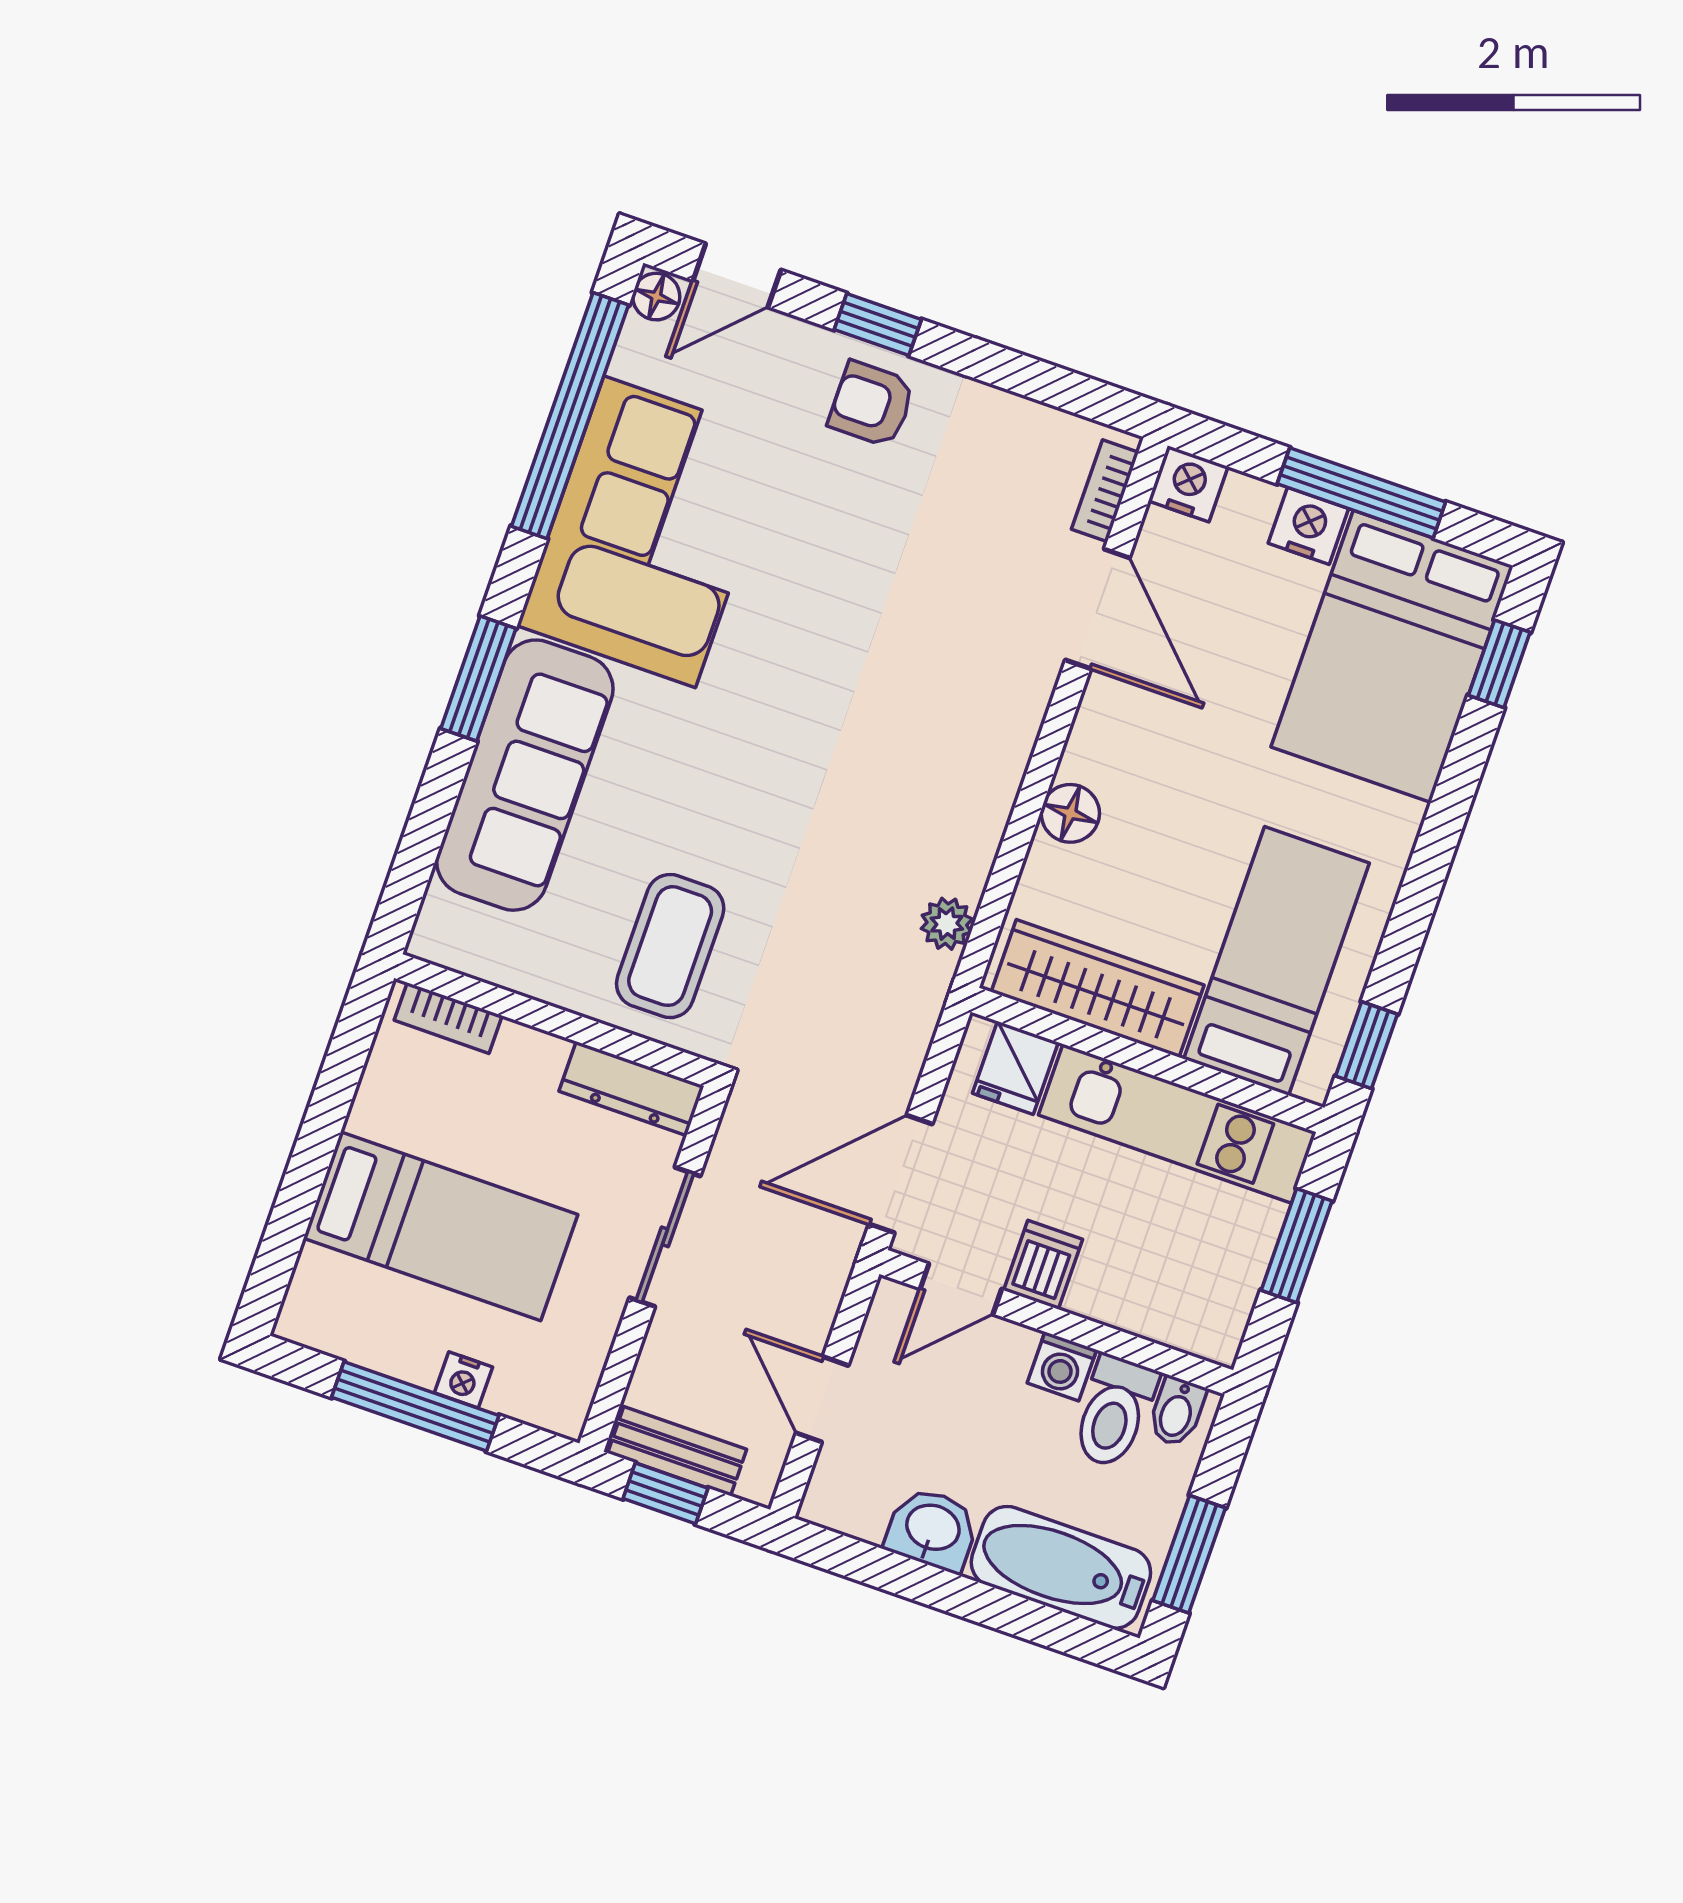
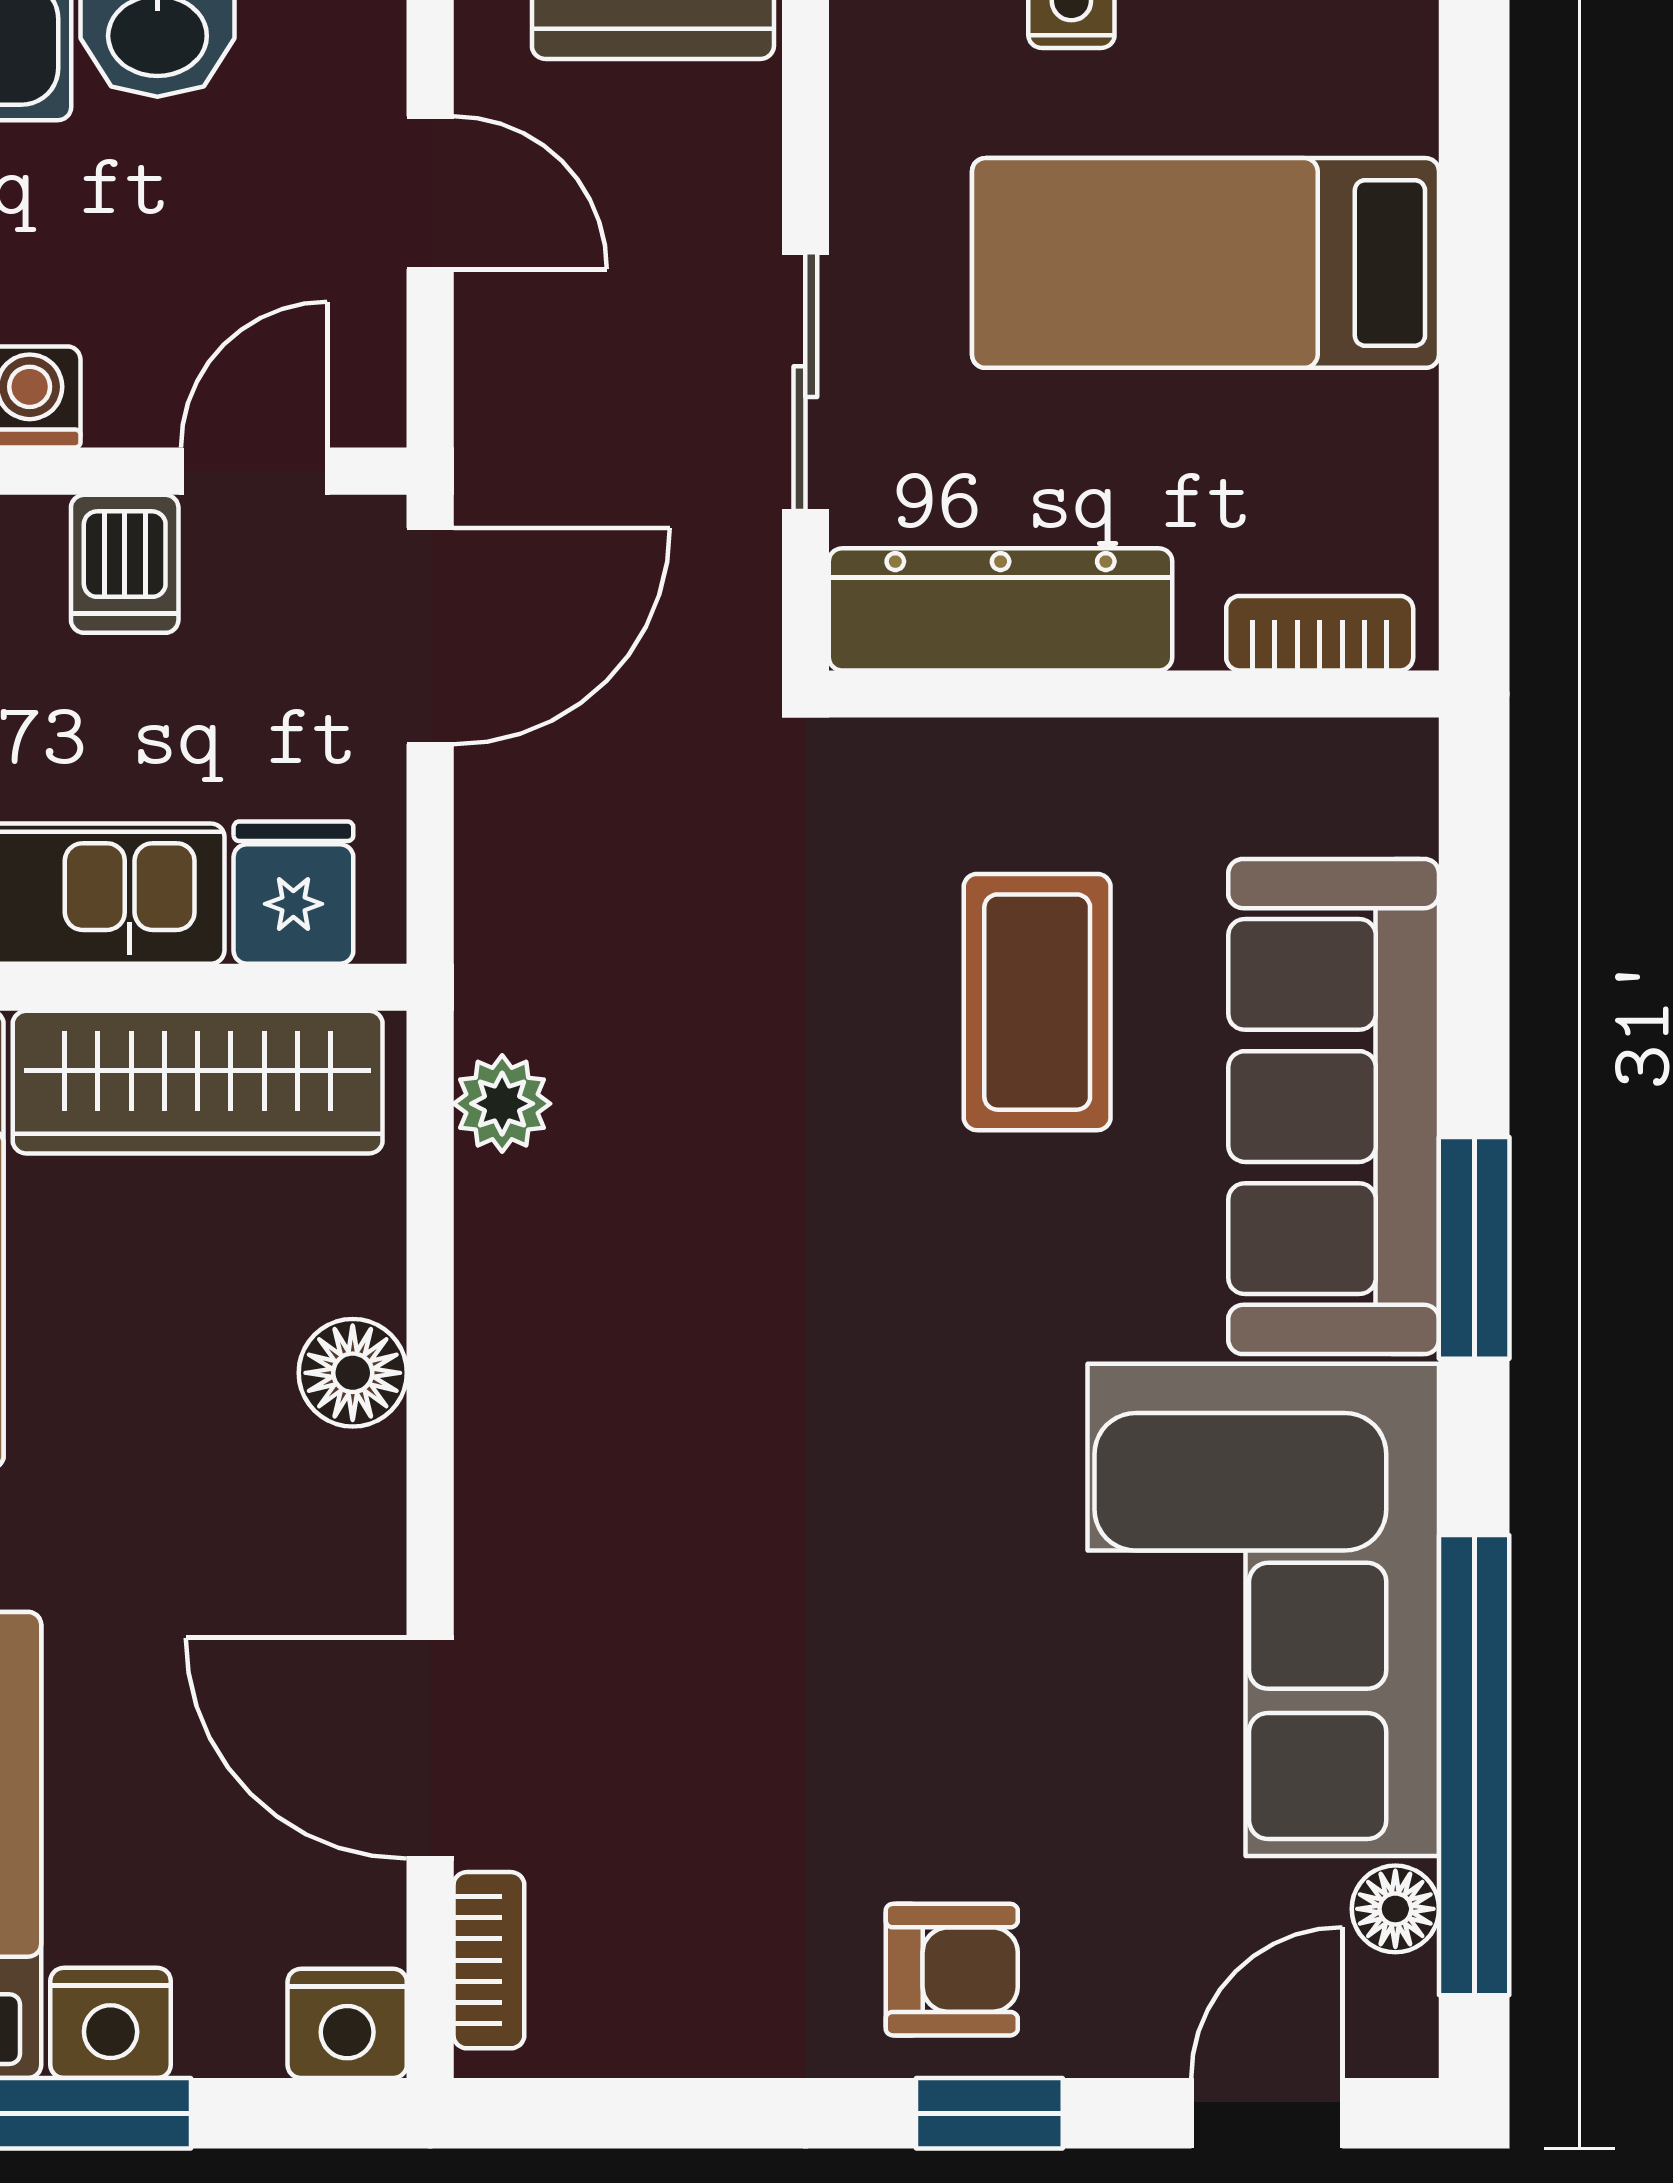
floor lamp: (656, 297) -> (1395, 1909), moved
coffee table: (670, 946) -> (1037, 1002), moved
dresser: (632, 1089) -> (1001, 609), width x1.37, depth x1.24

